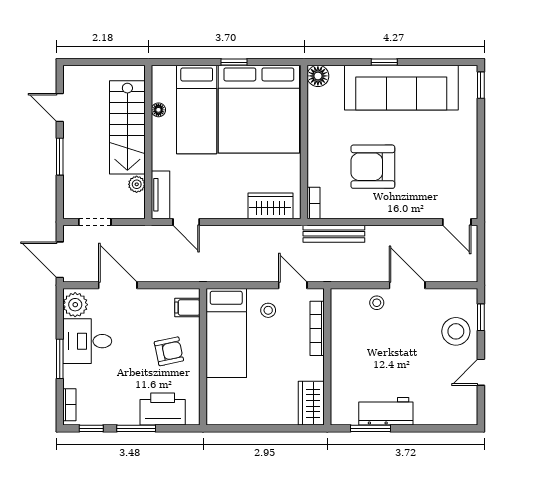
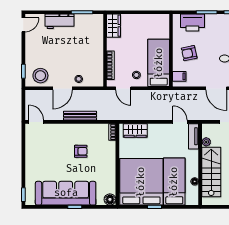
armchair: (373, 167) -> (81, 151), width x0.53, depth x0.53
bench: (334, 234) -> (80, 116), moved
door: (407, 285) -> (63, 88), hinge flipped
stool: (456, 331) -> (40, 76), moved
door: (481, 372) -> (23, 25), moved
workbench: (386, 411) -> (60, 21), moved

